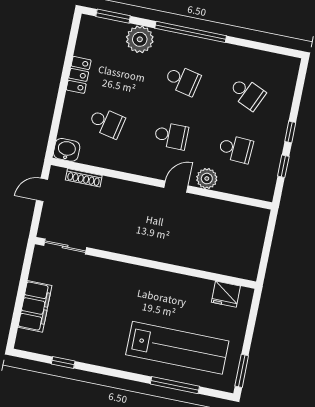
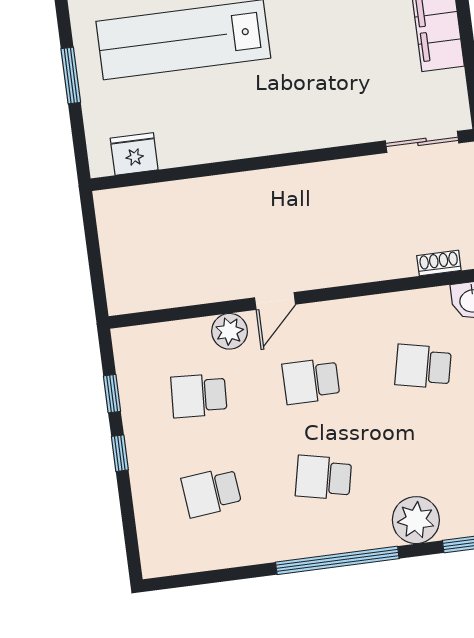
school desk: (247, 93) -> (211, 492), turned -30
shoe rack: (84, 178) -> (439, 263), width x0.70
window: (242, 371) -> (71, 75), moved

